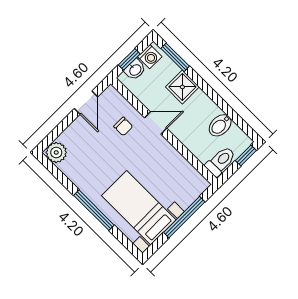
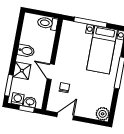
bidet: (220, 125) -> (26, 51), moved
window: (246, 156) -> (35, 12), removed

